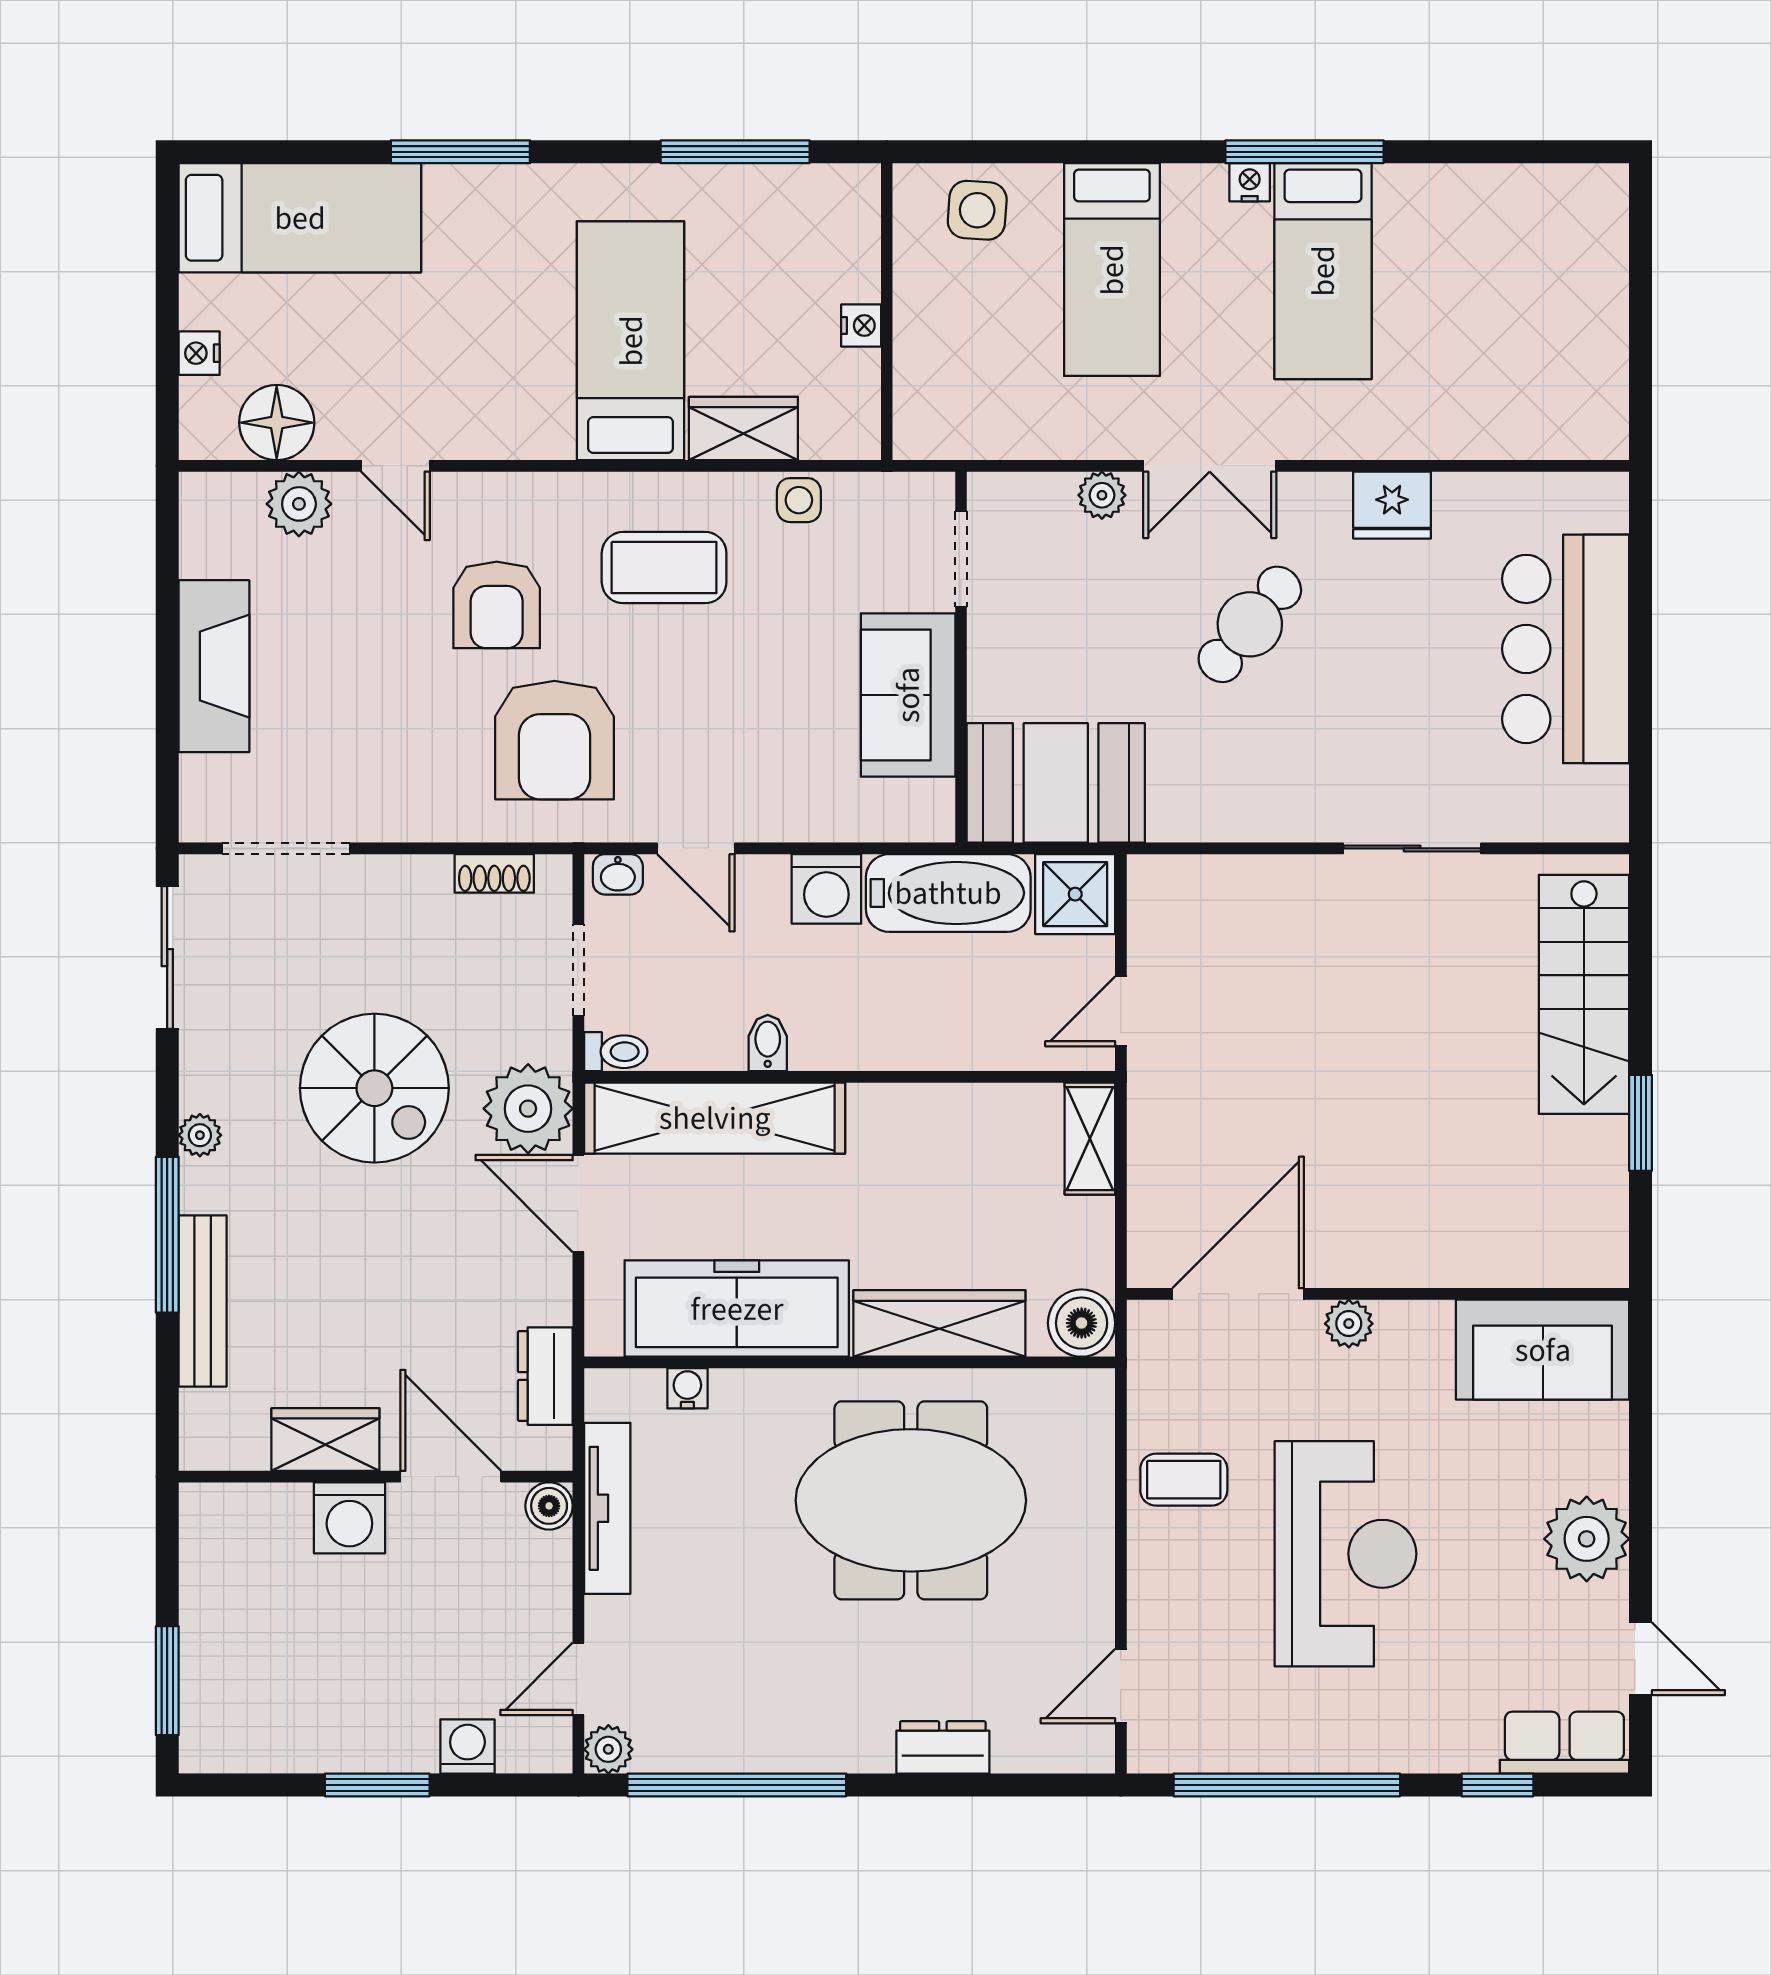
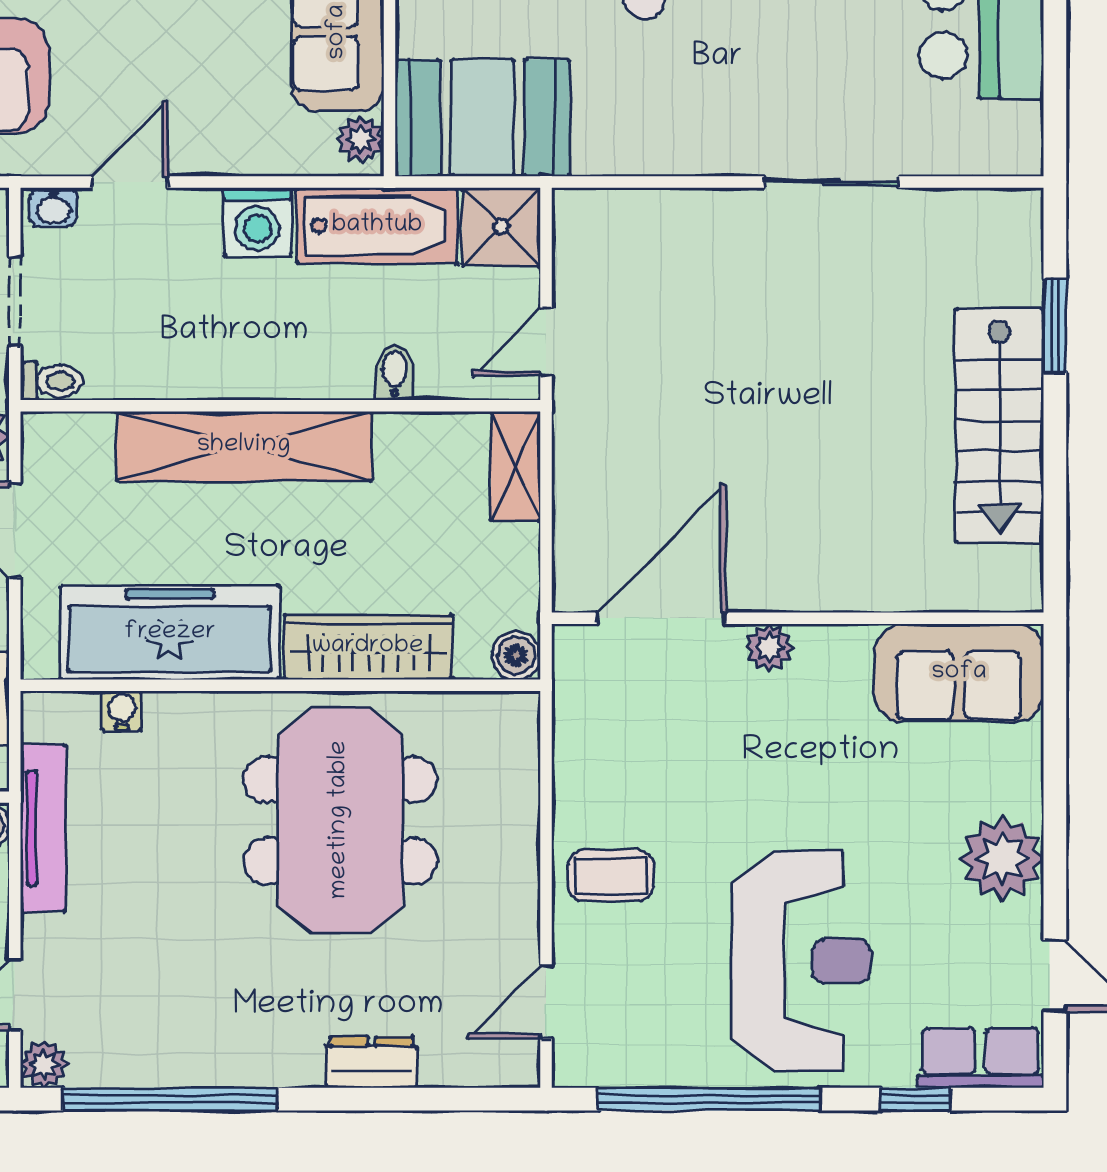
plant: (932, 805) -> (361, 139), added
door: (696, 848) -> (130, 182), swing flipped
stairs: (1584, 994) -> (1000, 425), moved
bidet: (768, 1043) -> (394, 373), moved
shelving: (715, 1118) -> (244, 446), moved
window: (1641, 1123) -> (1055, 326), moved
boiler: (1082, 1323) -> (516, 656), width x0.73, depth x0.73
coffee table: (1184, 1480) -> (611, 875), moved
meeting table: (911, 1500) -> (340, 820), turned 90
reception desk: (1346, 1554) -> (801, 961), moved

